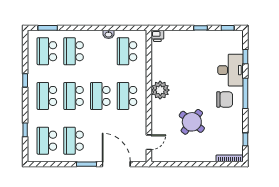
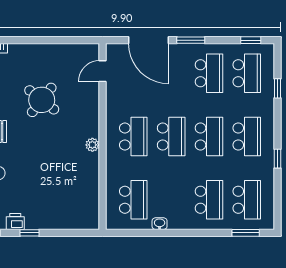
printer: (157, 36) -> (15, 222), moved
plant: (160, 90) -> (92, 145), width x0.53, depth x0.53
window: (44, 164) -> (251, 40), added

